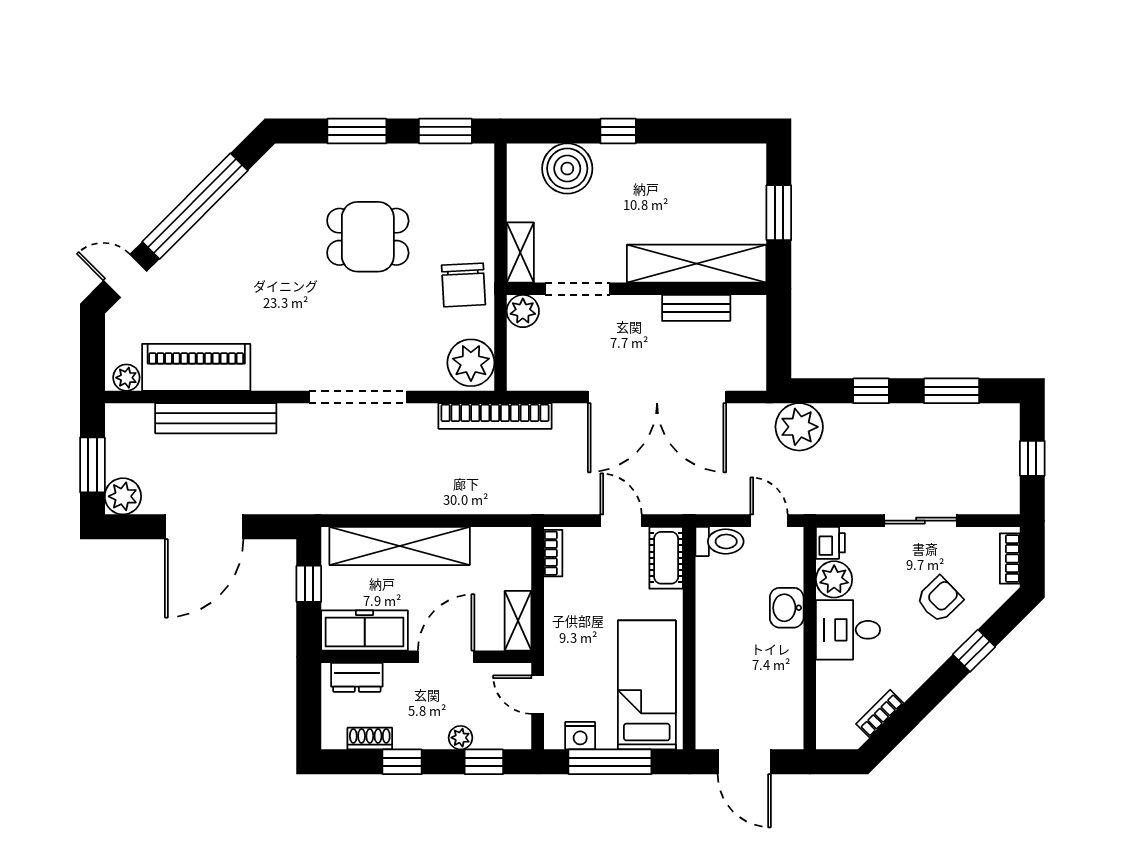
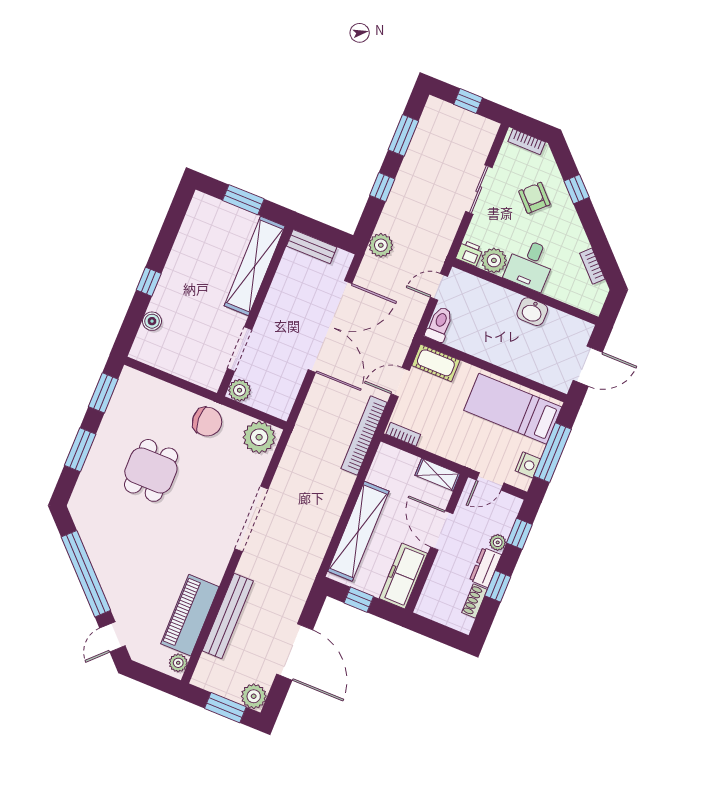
boiler: (567, 169) -> (152, 321), width x0.54, depth x0.54
shelving: (520, 252) -> (201, 377), removed
bench: (696, 308) -> (312, 247), moved, turned 90
bookcase: (495, 416) -> (364, 436), moved, turned 180
plant: (799, 427) -> (381, 245), width x0.73, depth x0.73
washbasin: (787, 608) -> (532, 312), moved
dresser: (357, 677) -> (485, 567), moved, turned 180

